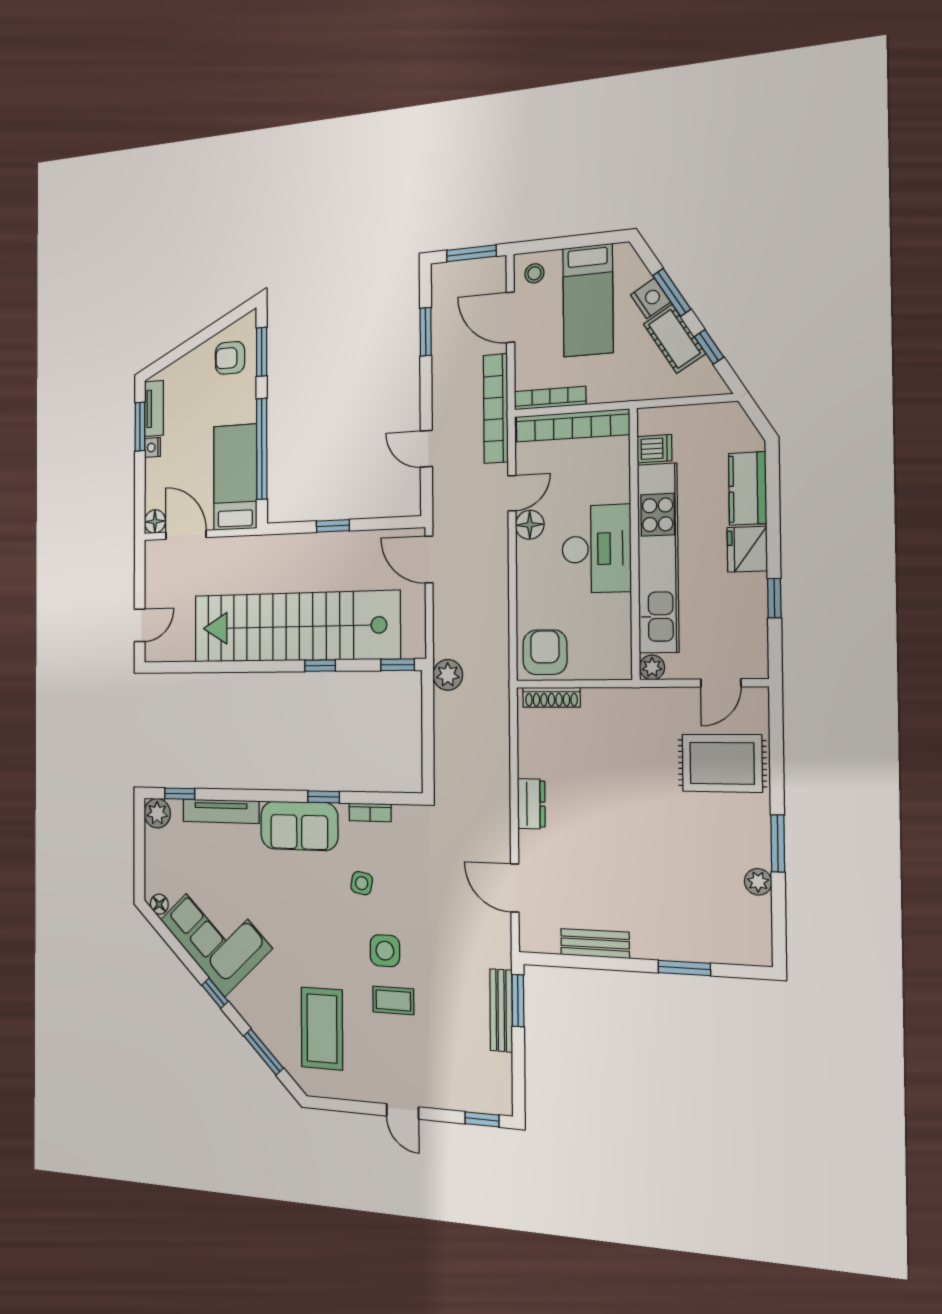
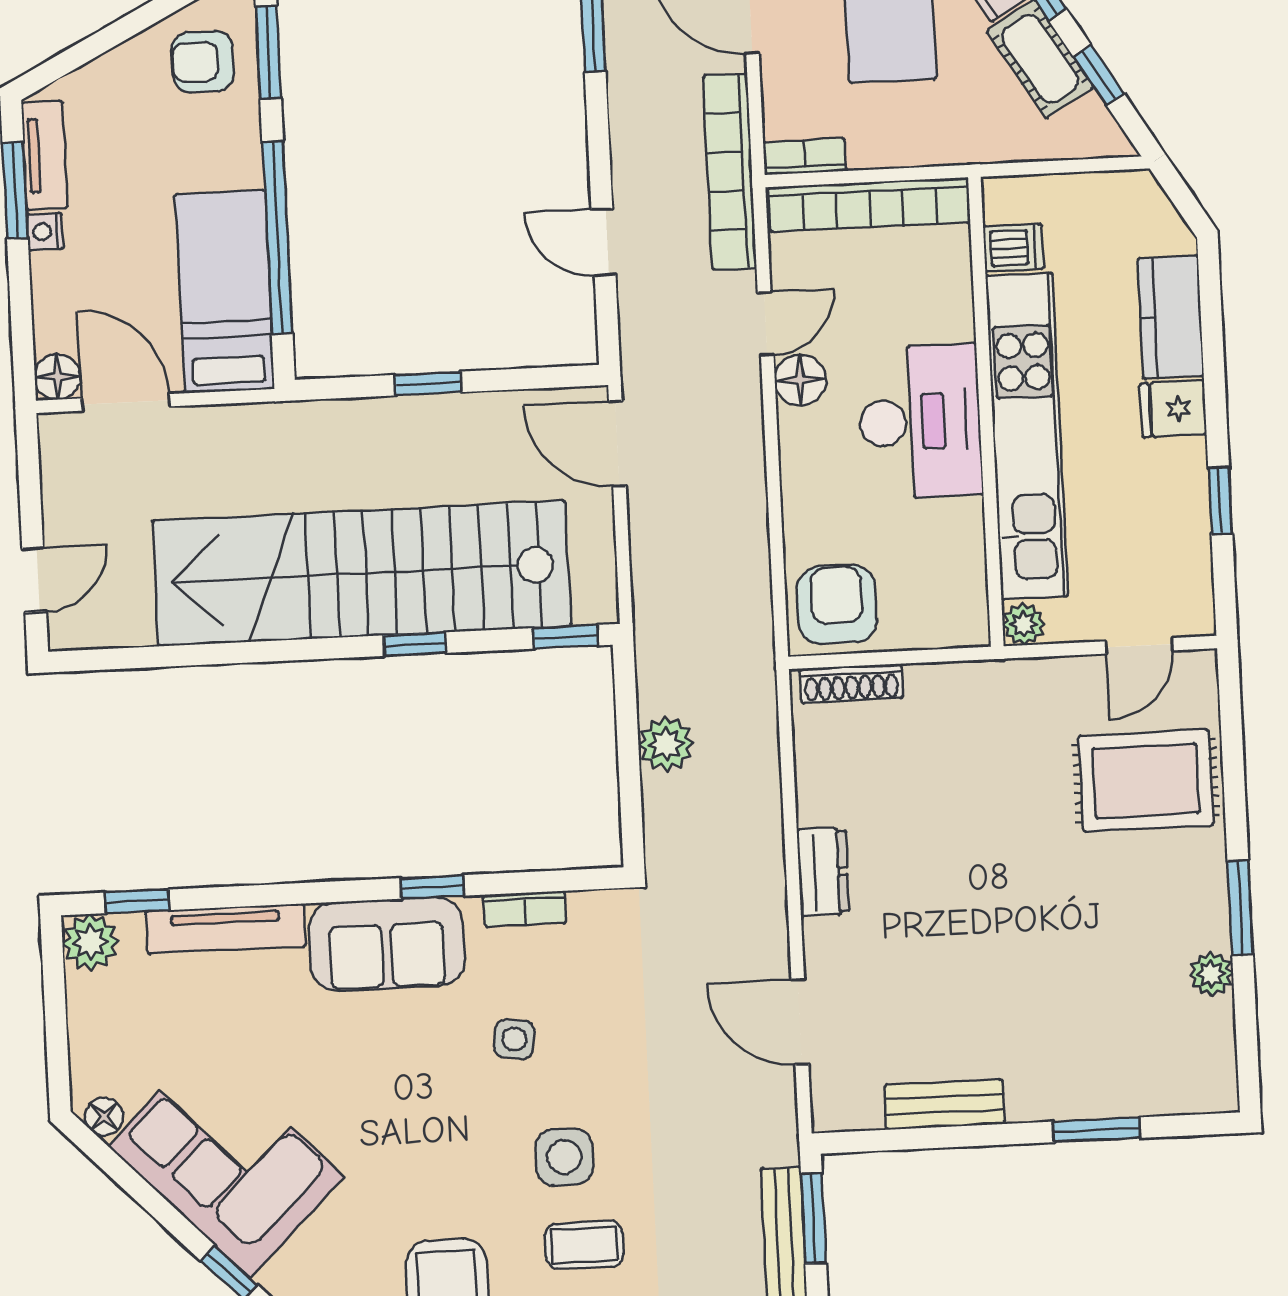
bookcase: (550, 398) -> (805, 157), width x0.64
fridge: (747, 549) -> (1173, 409), width x0.72
plant: (448, 675) -> (666, 744), moved

